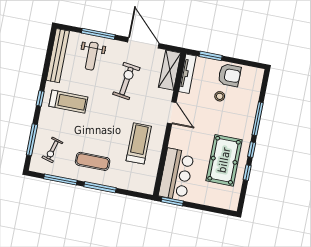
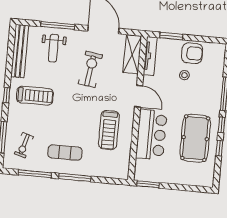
treadmill: (139, 143) -> (109, 130), turned 180
bar counter: (176, 174) -> (151, 135), moved

